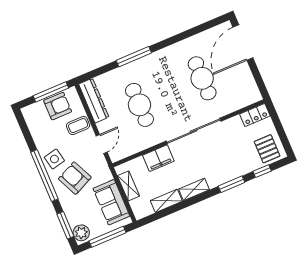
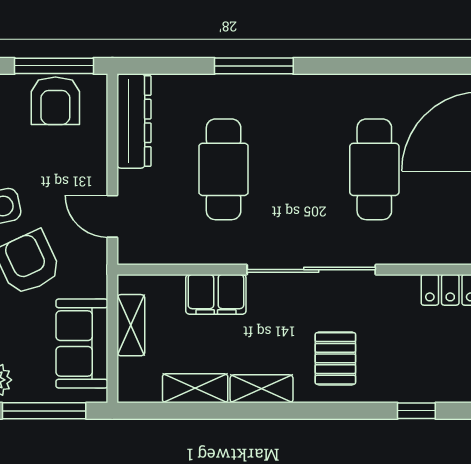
armchair: (58, 106) -> (55, 101), turned 90
coffee table: (78, 126) -> (80, 158), removed
door: (102, 144) -> (112, 216), swing flipped
pallet: (267, 149) -> (335, 358), moved
window: (232, 184) -> (343, 411), removed

